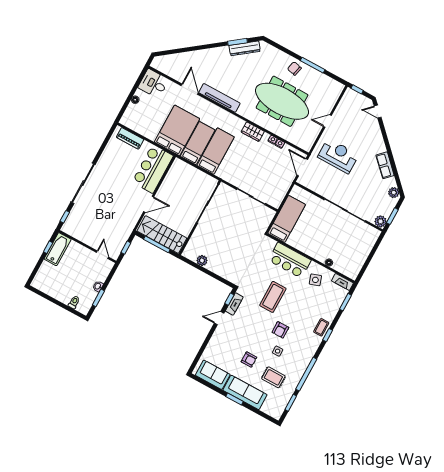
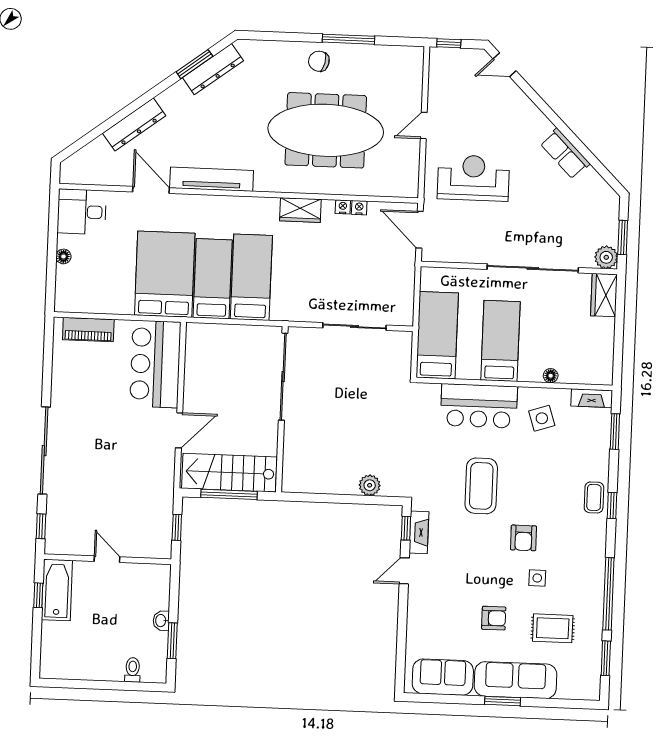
dresser: (197, 56) -> (134, 124), added
plant: (394, 193) -> (604, 194), removed
bed: (314, 236) -> (500, 341), added
wardrobe: (371, 238) -> (604, 295), added
door: (103, 255) -> (107, 559), moved
plant: (202, 260) -> (370, 485), moved

